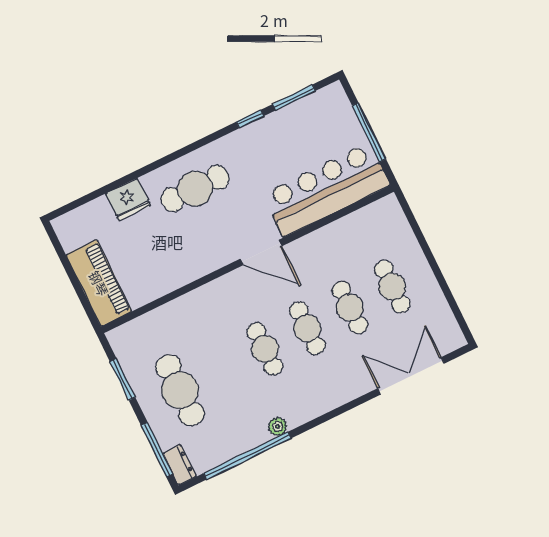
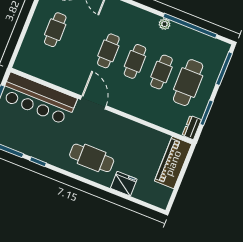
cafe table: (350, 307) -> (162, 72), moved
dresser: (179, 465) -> (192, 128), moved

